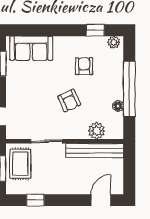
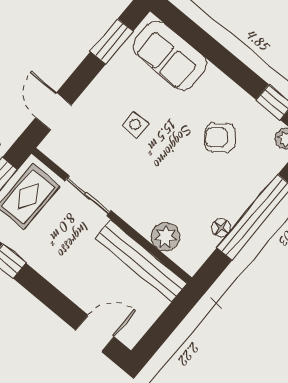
armchair: (84, 66) -> (220, 137), turned -129
side table: (41, 92) -> (135, 124), added
armchair: (69, 101) -> (163, 167), removed

